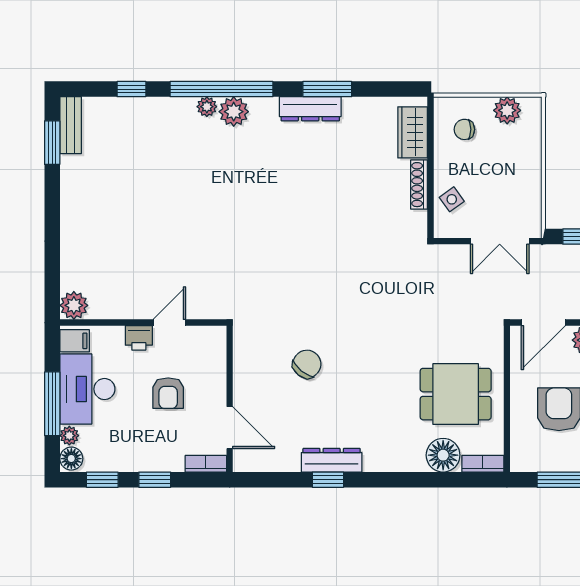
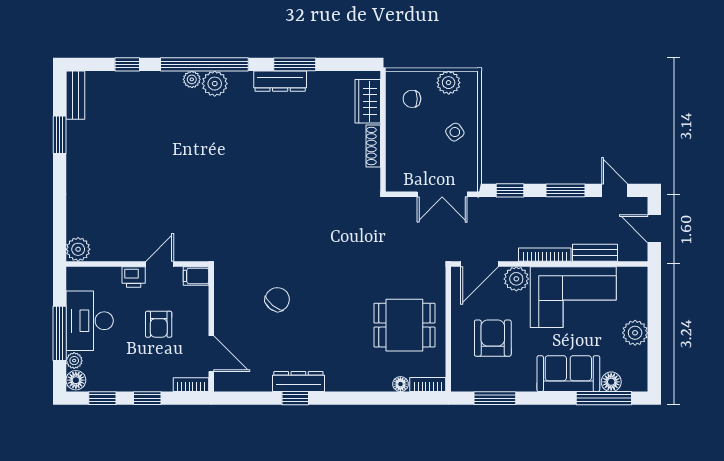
window: (52, 143) -> (60, 135), moved
side table: (452, 199) -> (455, 132), moved
filing cabinet: (75, 341) -> (196, 276), moved, turned 180
floor lamp: (443, 455) -> (400, 384), width x0.53, depth x0.53

